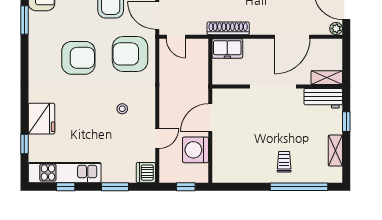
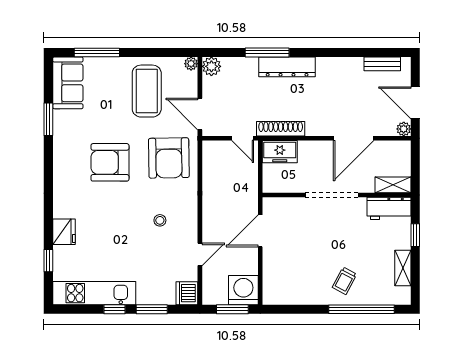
door: (176, 37) -> (243, 138), moved
armchair: (130, 54) -> (169, 158), turned -91
armchair: (78, 58) -> (110, 162), turned 180
fridge: (41, 119) -> (64, 232), width x0.73, depth x0.75
washing machine: (195, 150) -> (243, 290), moved, turned 90
trolley: (284, 162) -> (344, 281), turned -152
window: (66, 187) -> (114, 309), moved
window: (186, 187) -> (232, 309), width x1.50

